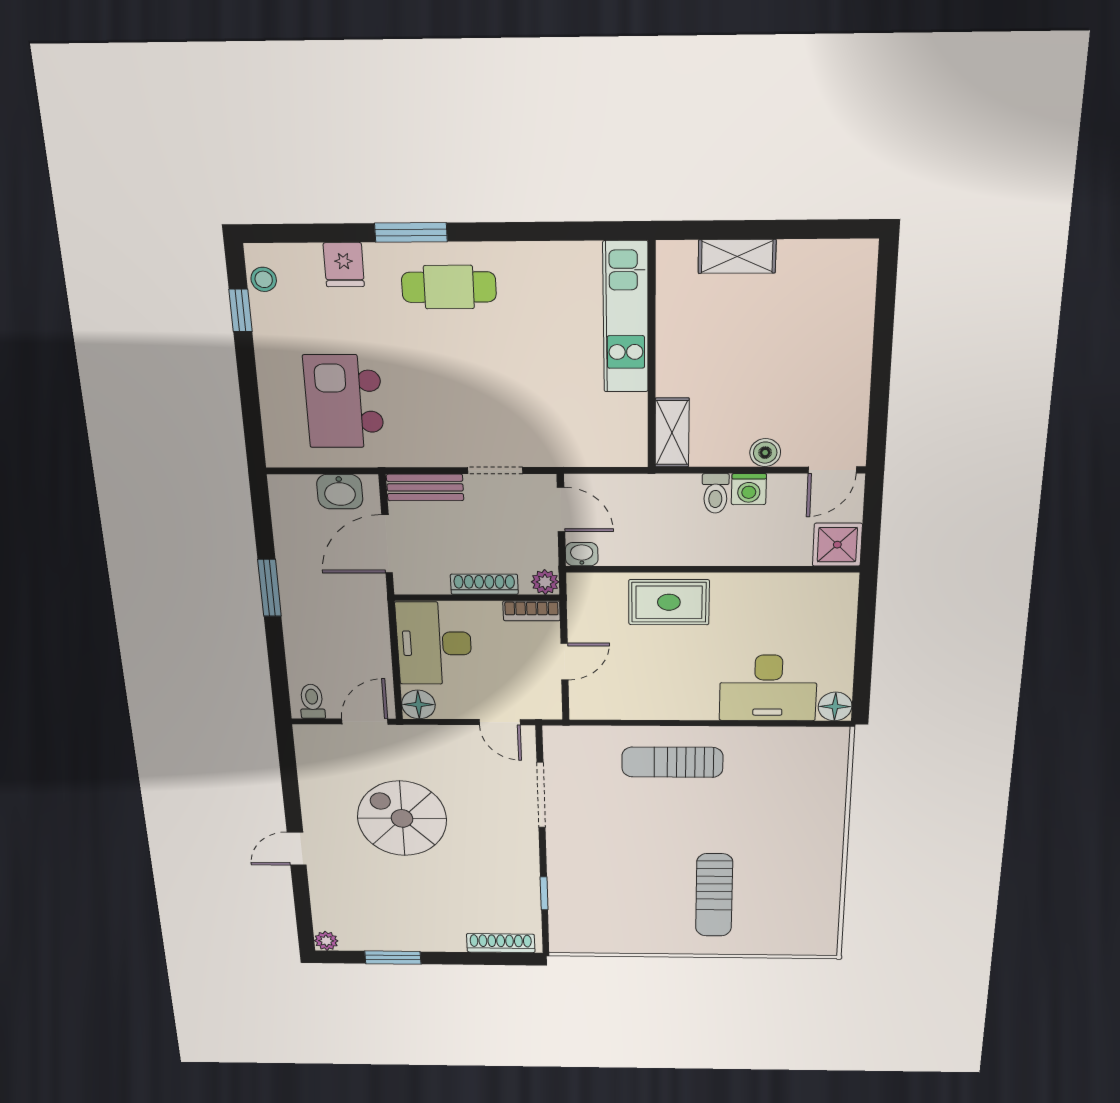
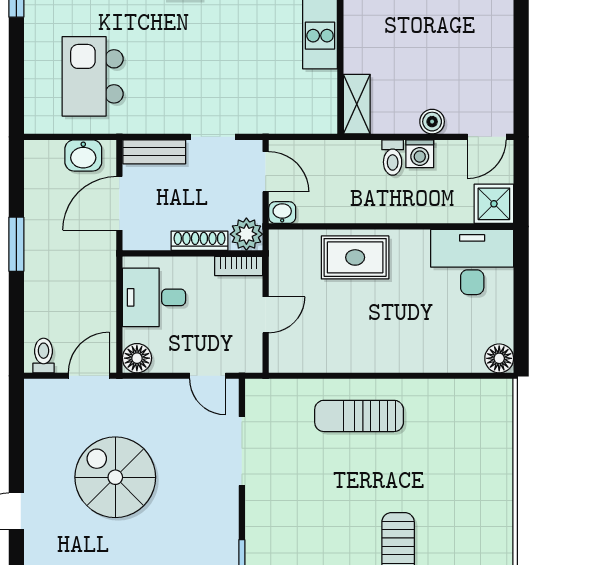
plant: (545, 582) -> (246, 234), width x1.38, depth x1.38
desk: (434, 643) -> (154, 297), width x0.73
desk: (768, 688) -> (472, 262), moved, turned 180

